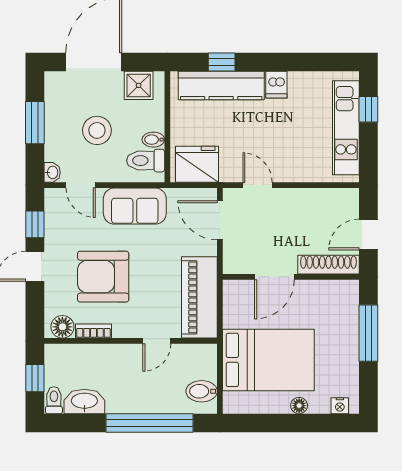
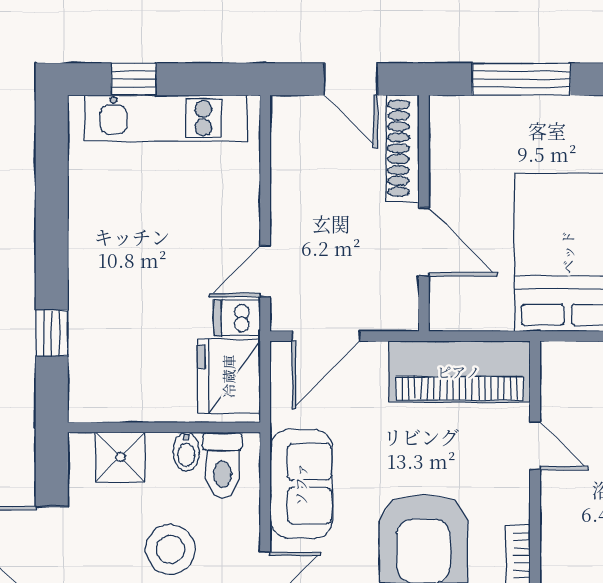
shower: (139, 85) -> (120, 457), moved
kitchen counter: (221, 85) -> (92, 334), removed
dishwasher: (276, 85) -> (237, 318), moved, turned 180

